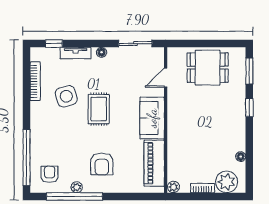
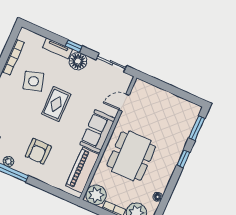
window: (54, 44) -> (74, 46), moved
floor lamp: (102, 52) -> (78, 61), width x1.89, depth x1.89
dining table: (208, 68) -> (131, 156), moved, width x1.37
plant: (174, 187) -> (96, 195), width x1.88, depth x1.88

